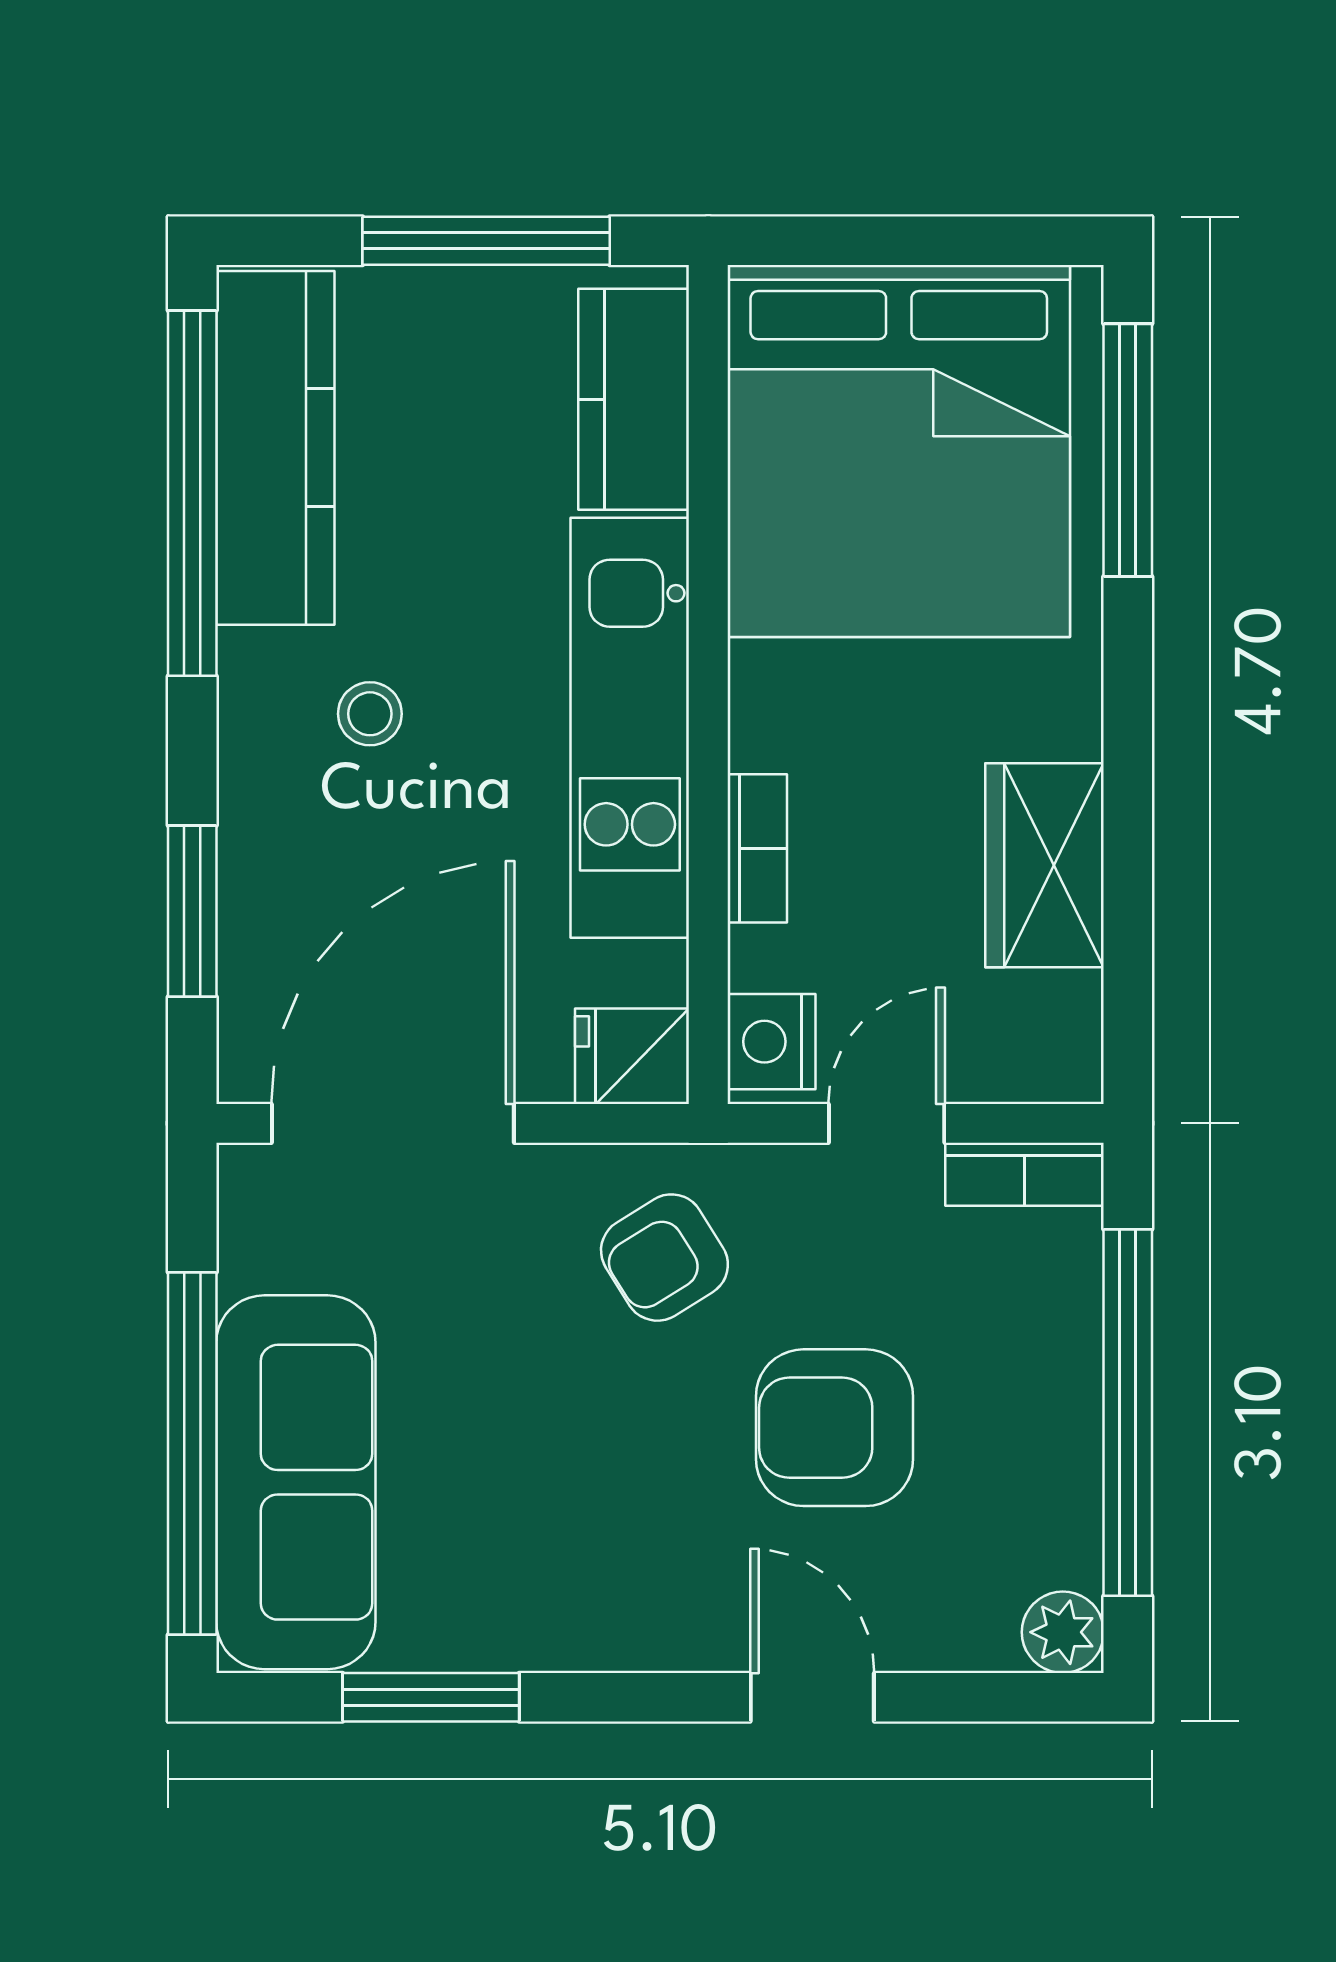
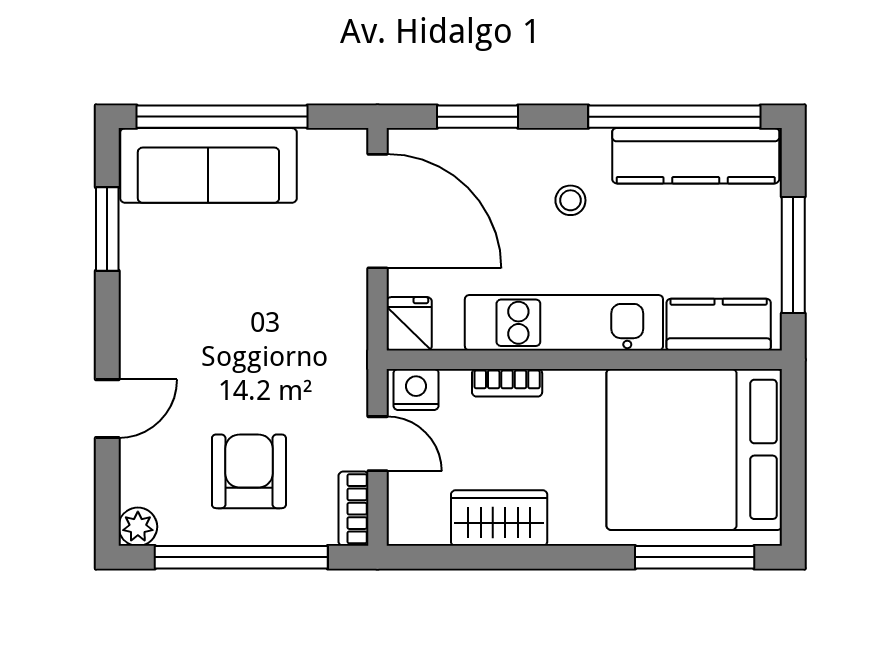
armchair: (664, 1258) -> (314, 339), removed
armchair: (835, 1428) -> (249, 471), moved

